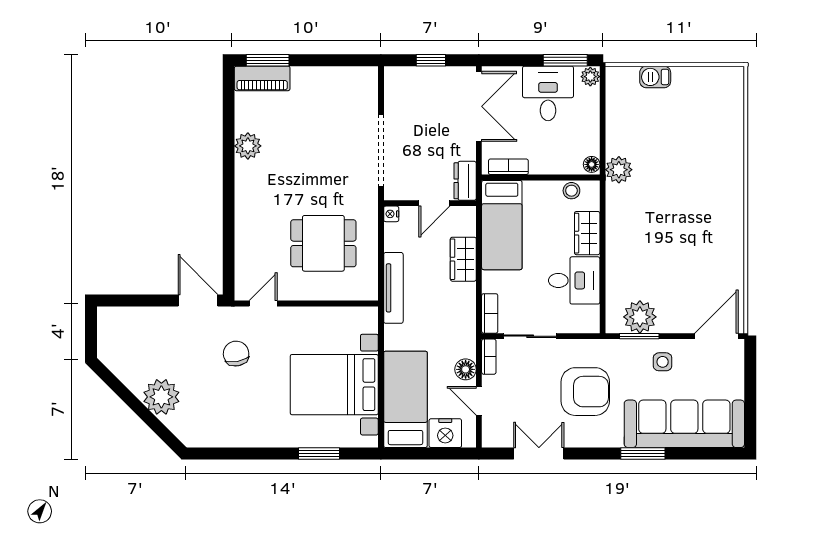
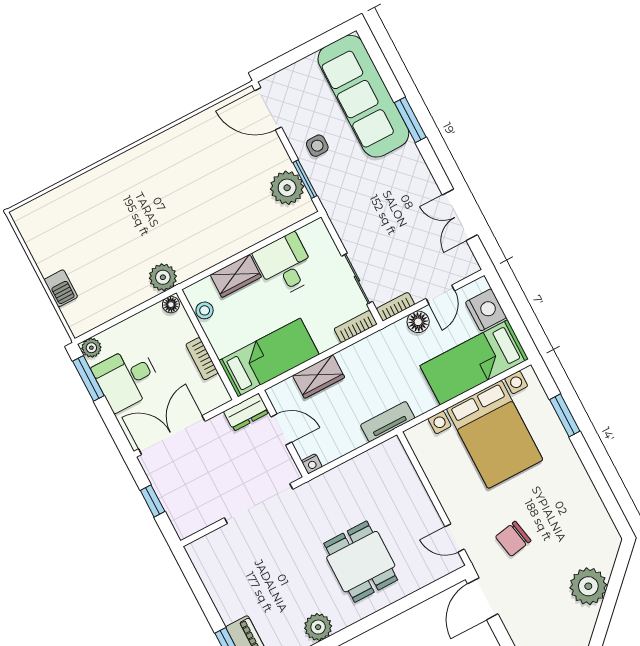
bookcase: (508, 167) -> (202, 359), moved
dining table: (323, 243) -> (361, 562), moved
tv unit: (393, 288) -> (388, 422), width x0.71
armchair: (585, 392) -> (381, 202), removed

